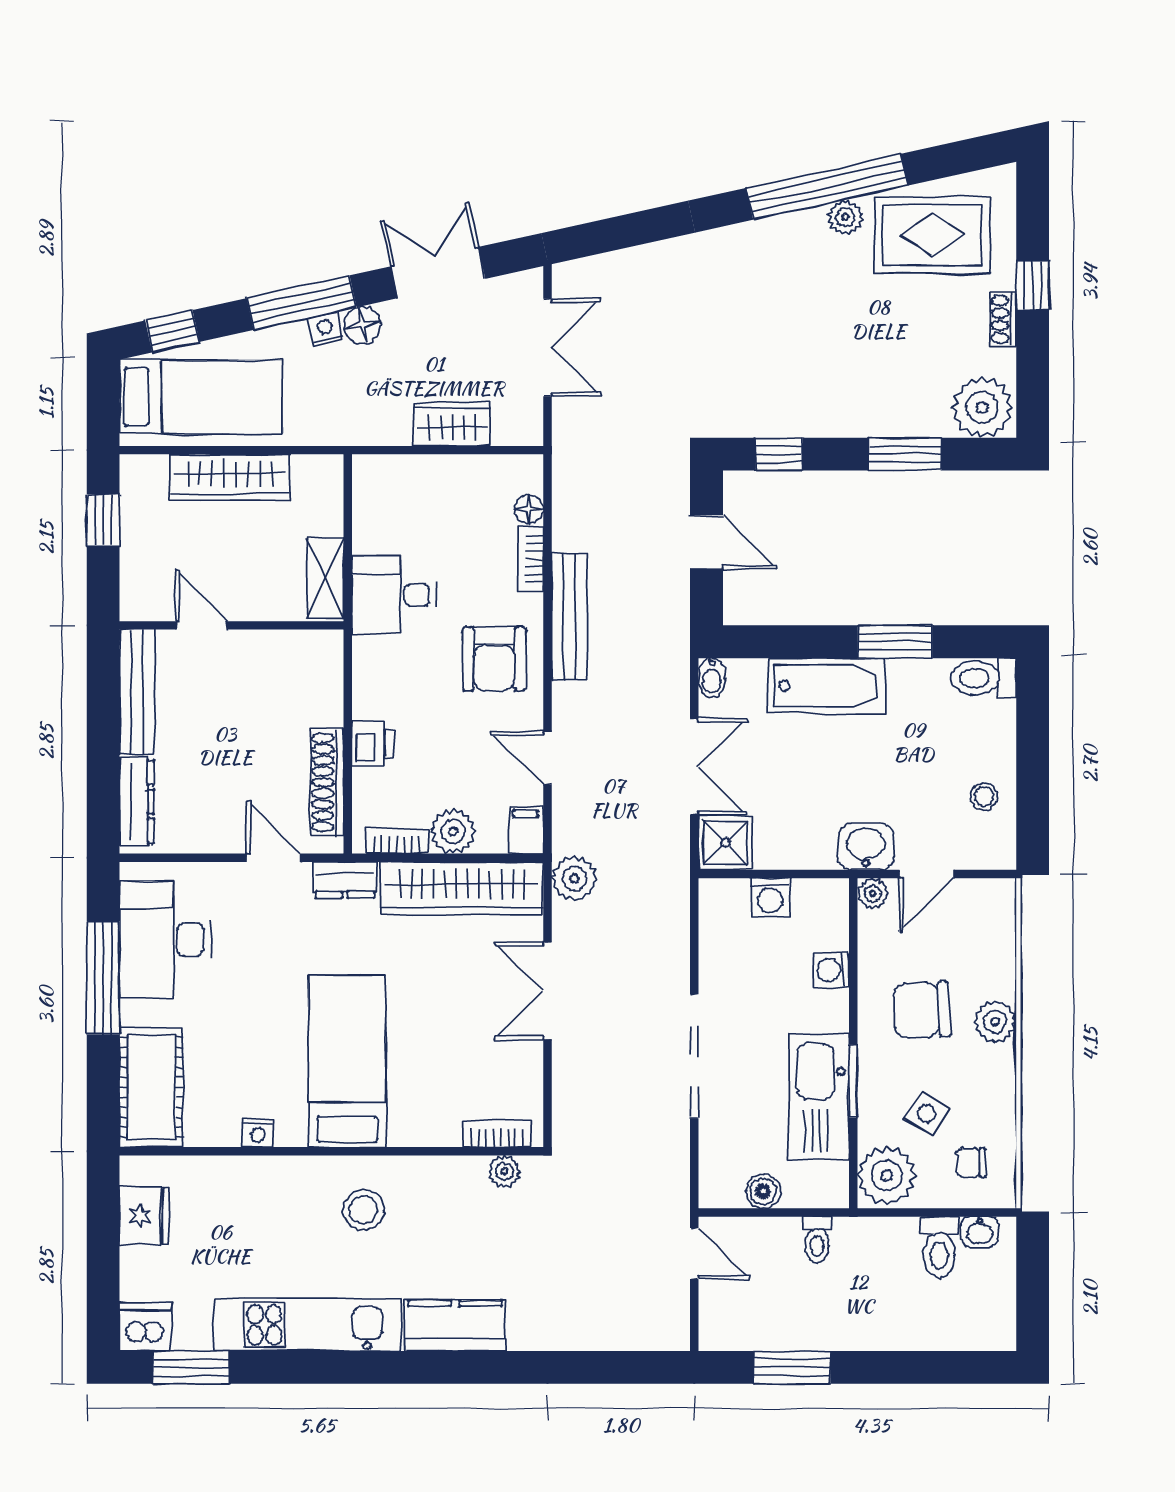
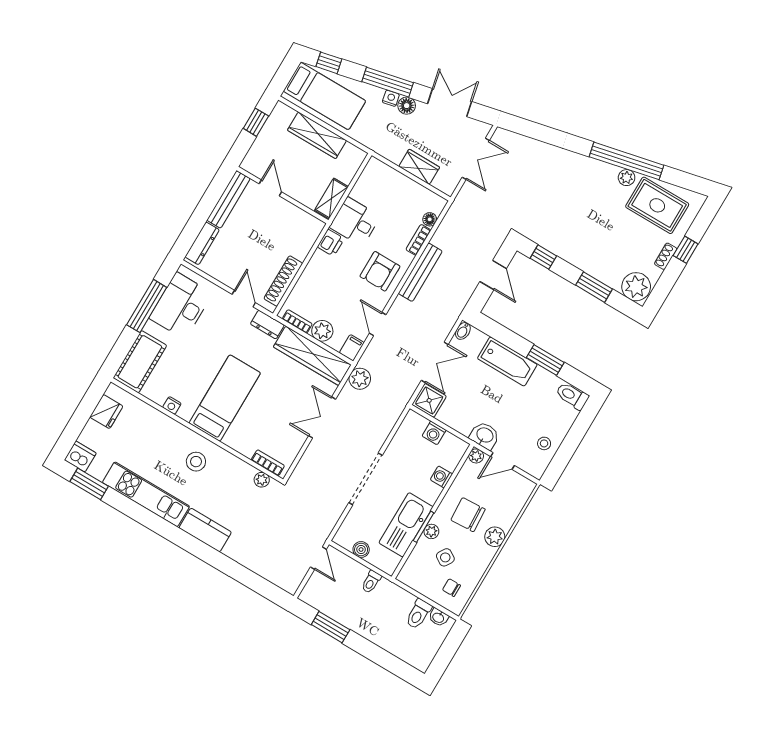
printer: (373, 744) -> (331, 243), moved
plant: (887, 1176) -> (431, 531), moved, width x0.53, depth x0.53

